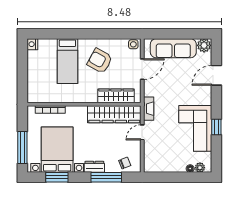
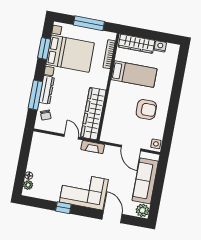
nightstand: (32, 44) -> (160, 46), moved
bed: (67, 61) -> (134, 74), moved, turned 180
armchair: (100, 61) -> (146, 109), turned 61
wardrobe: (116, 96) -> (137, 44), moved, turned 90
corner sofa: (195, 128) -> (84, 191), moved
window: (22, 147) -> (89, 23), moved
dresser: (94, 167) -> (47, 90), width x1.44

